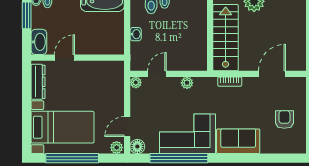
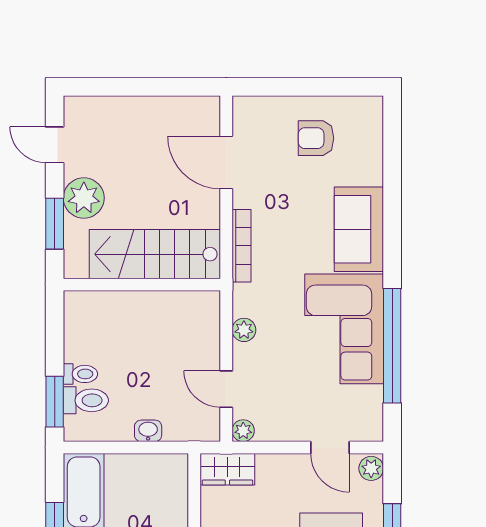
wardrobe: (116, 74) -> (227, 469), added
bookcase: (230, 82) -> (241, 246), width x1.56
floor lamp: (137, 147) -> (369, 428), removed

